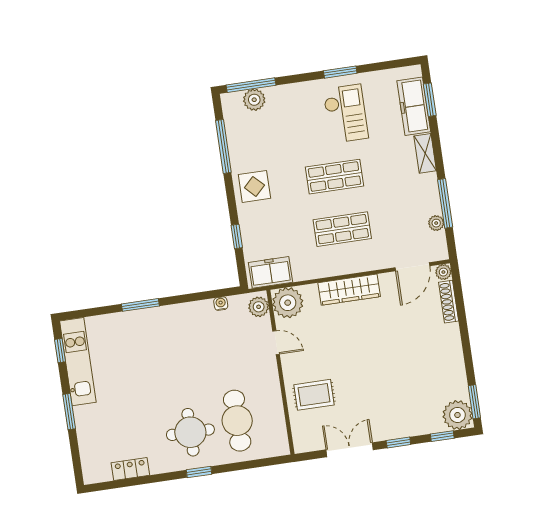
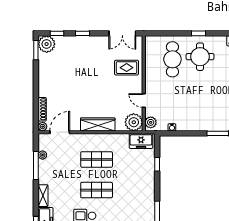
display table: (254, 186) -> (143, 191), removed
double door: (350, 450) -> (122, 33), moved

